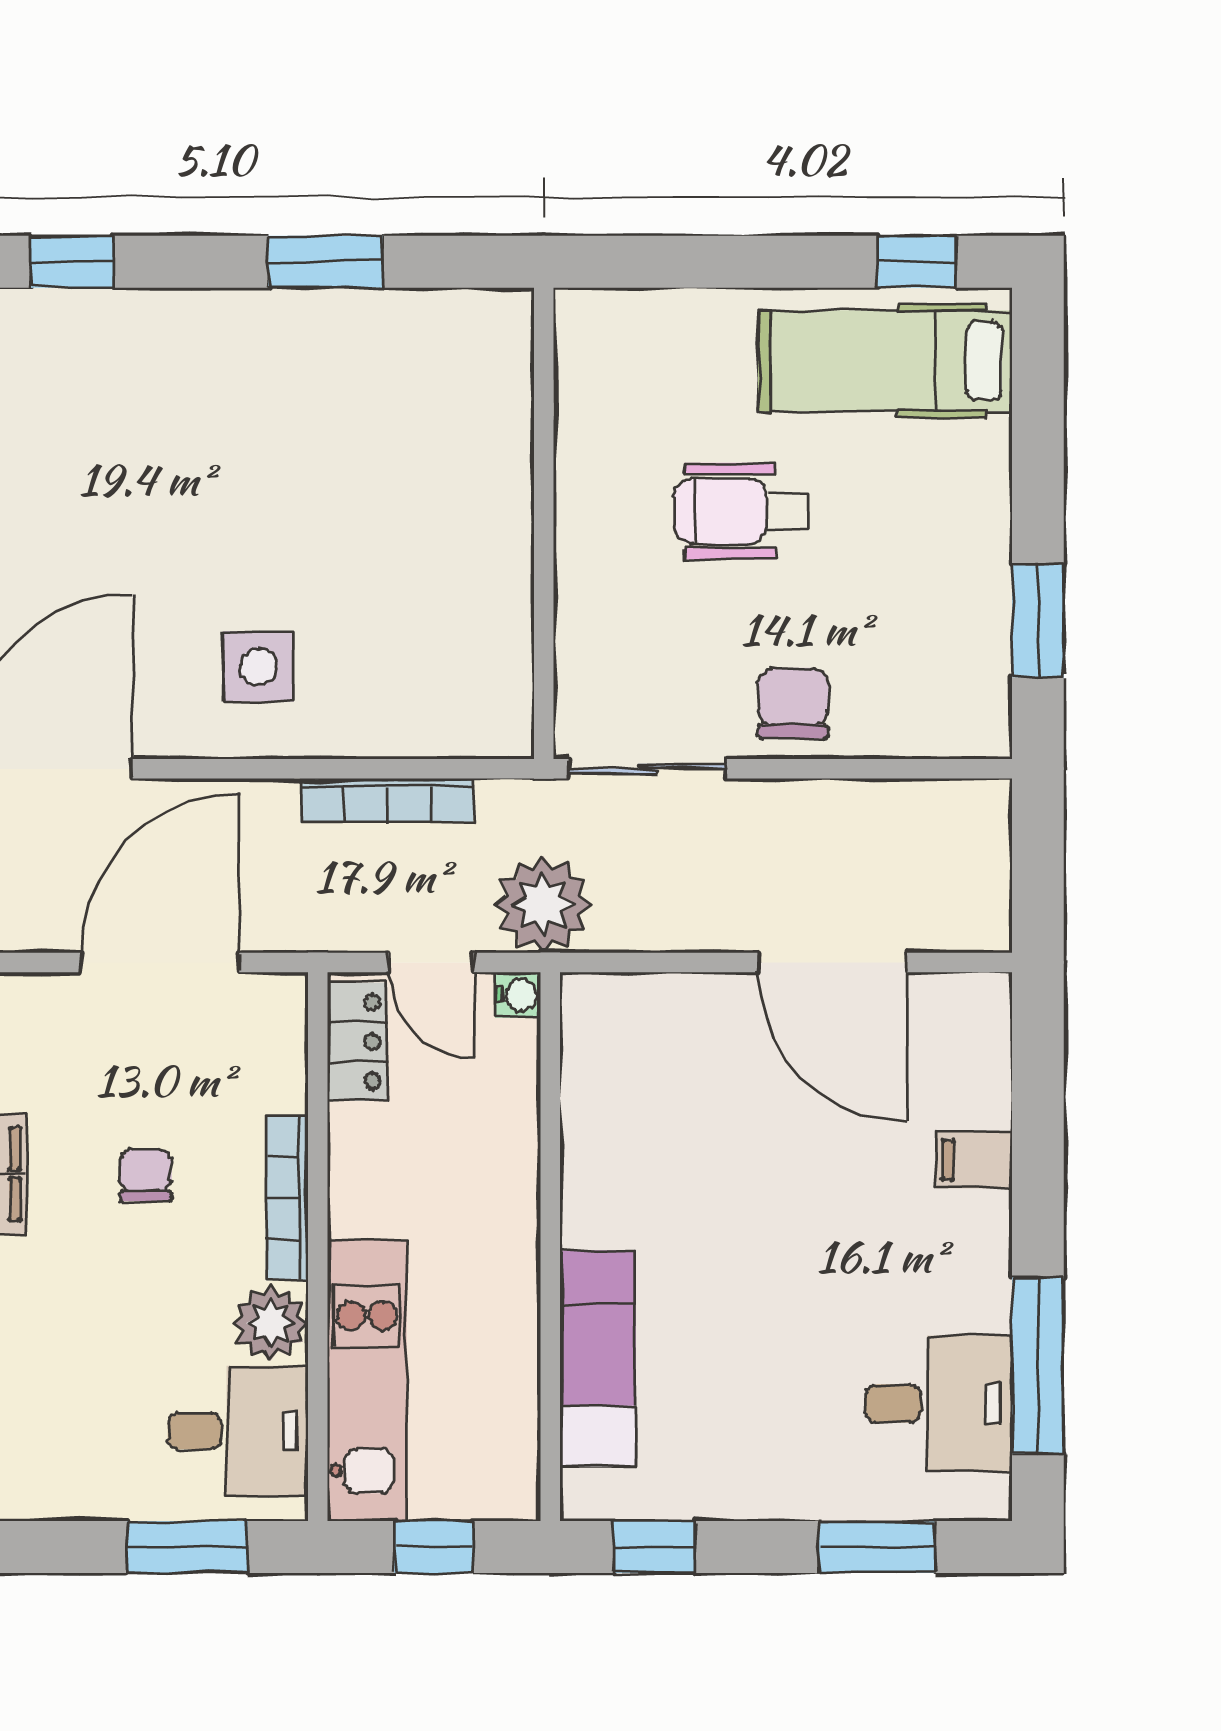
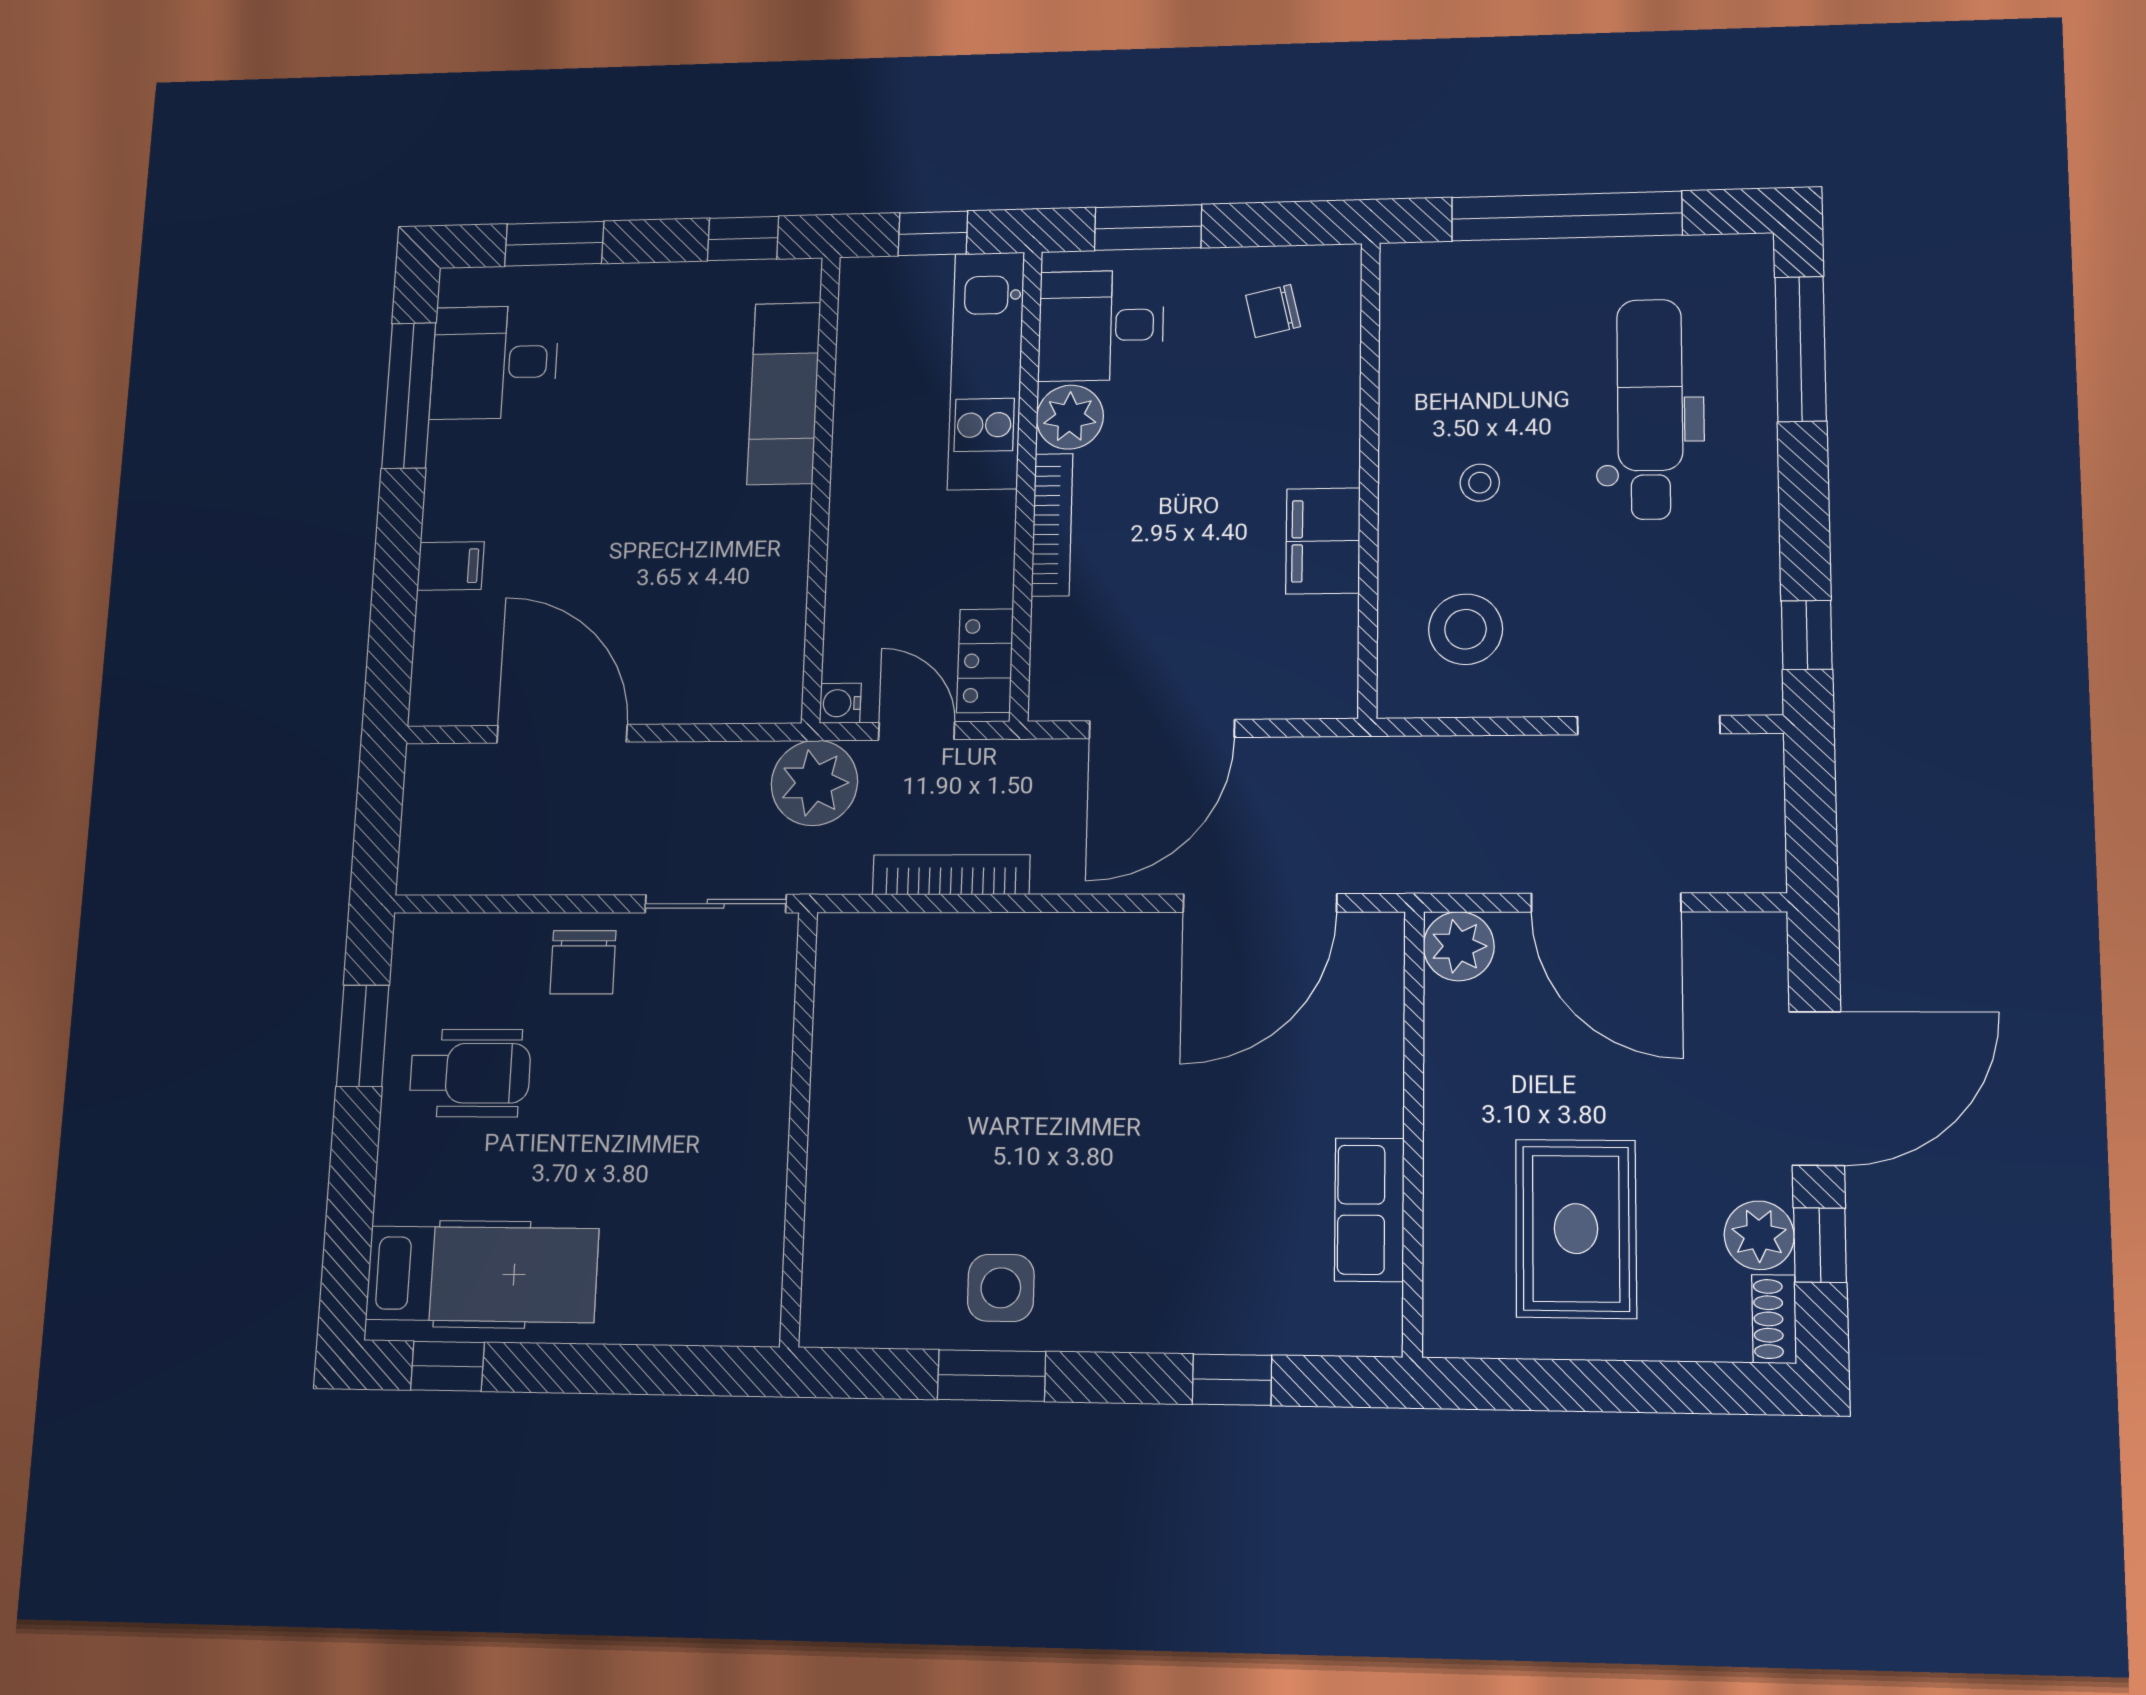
wheelchair: (741, 511) -> (470, 1073), moved
side table: (259, 666) -> (1001, 1288), moved
chair: (146, 1175) -> (1273, 311), moved, turned 77

